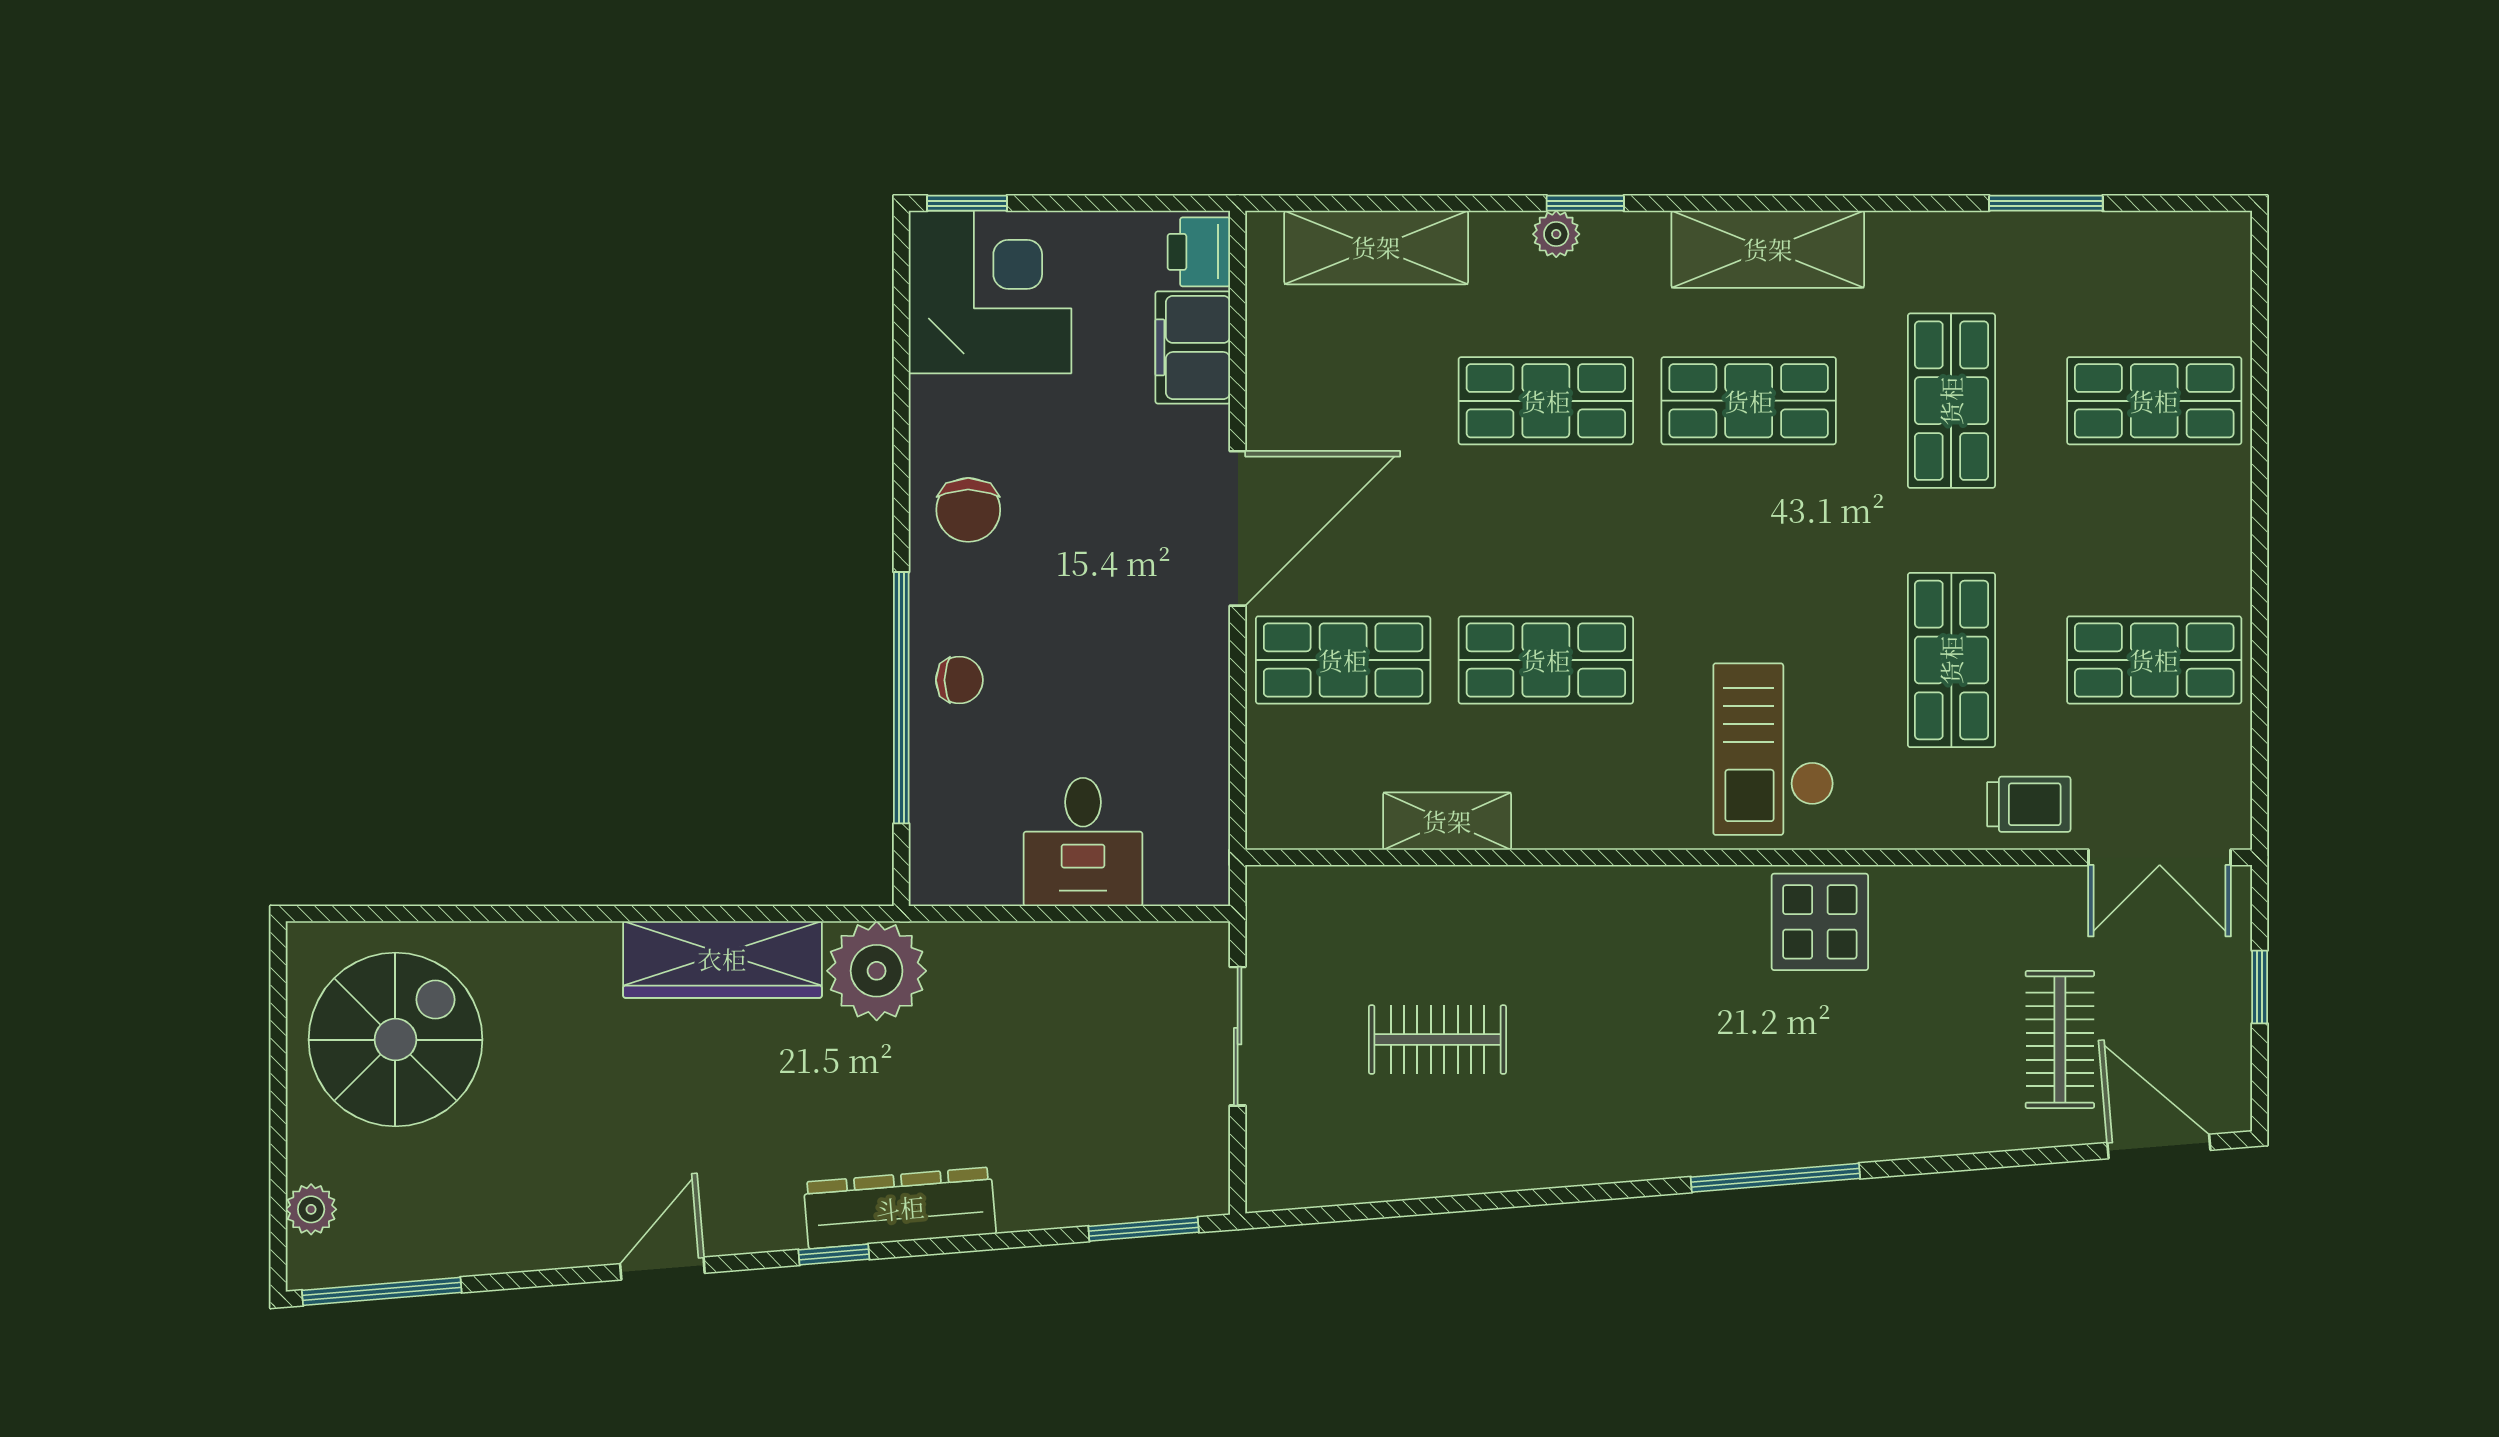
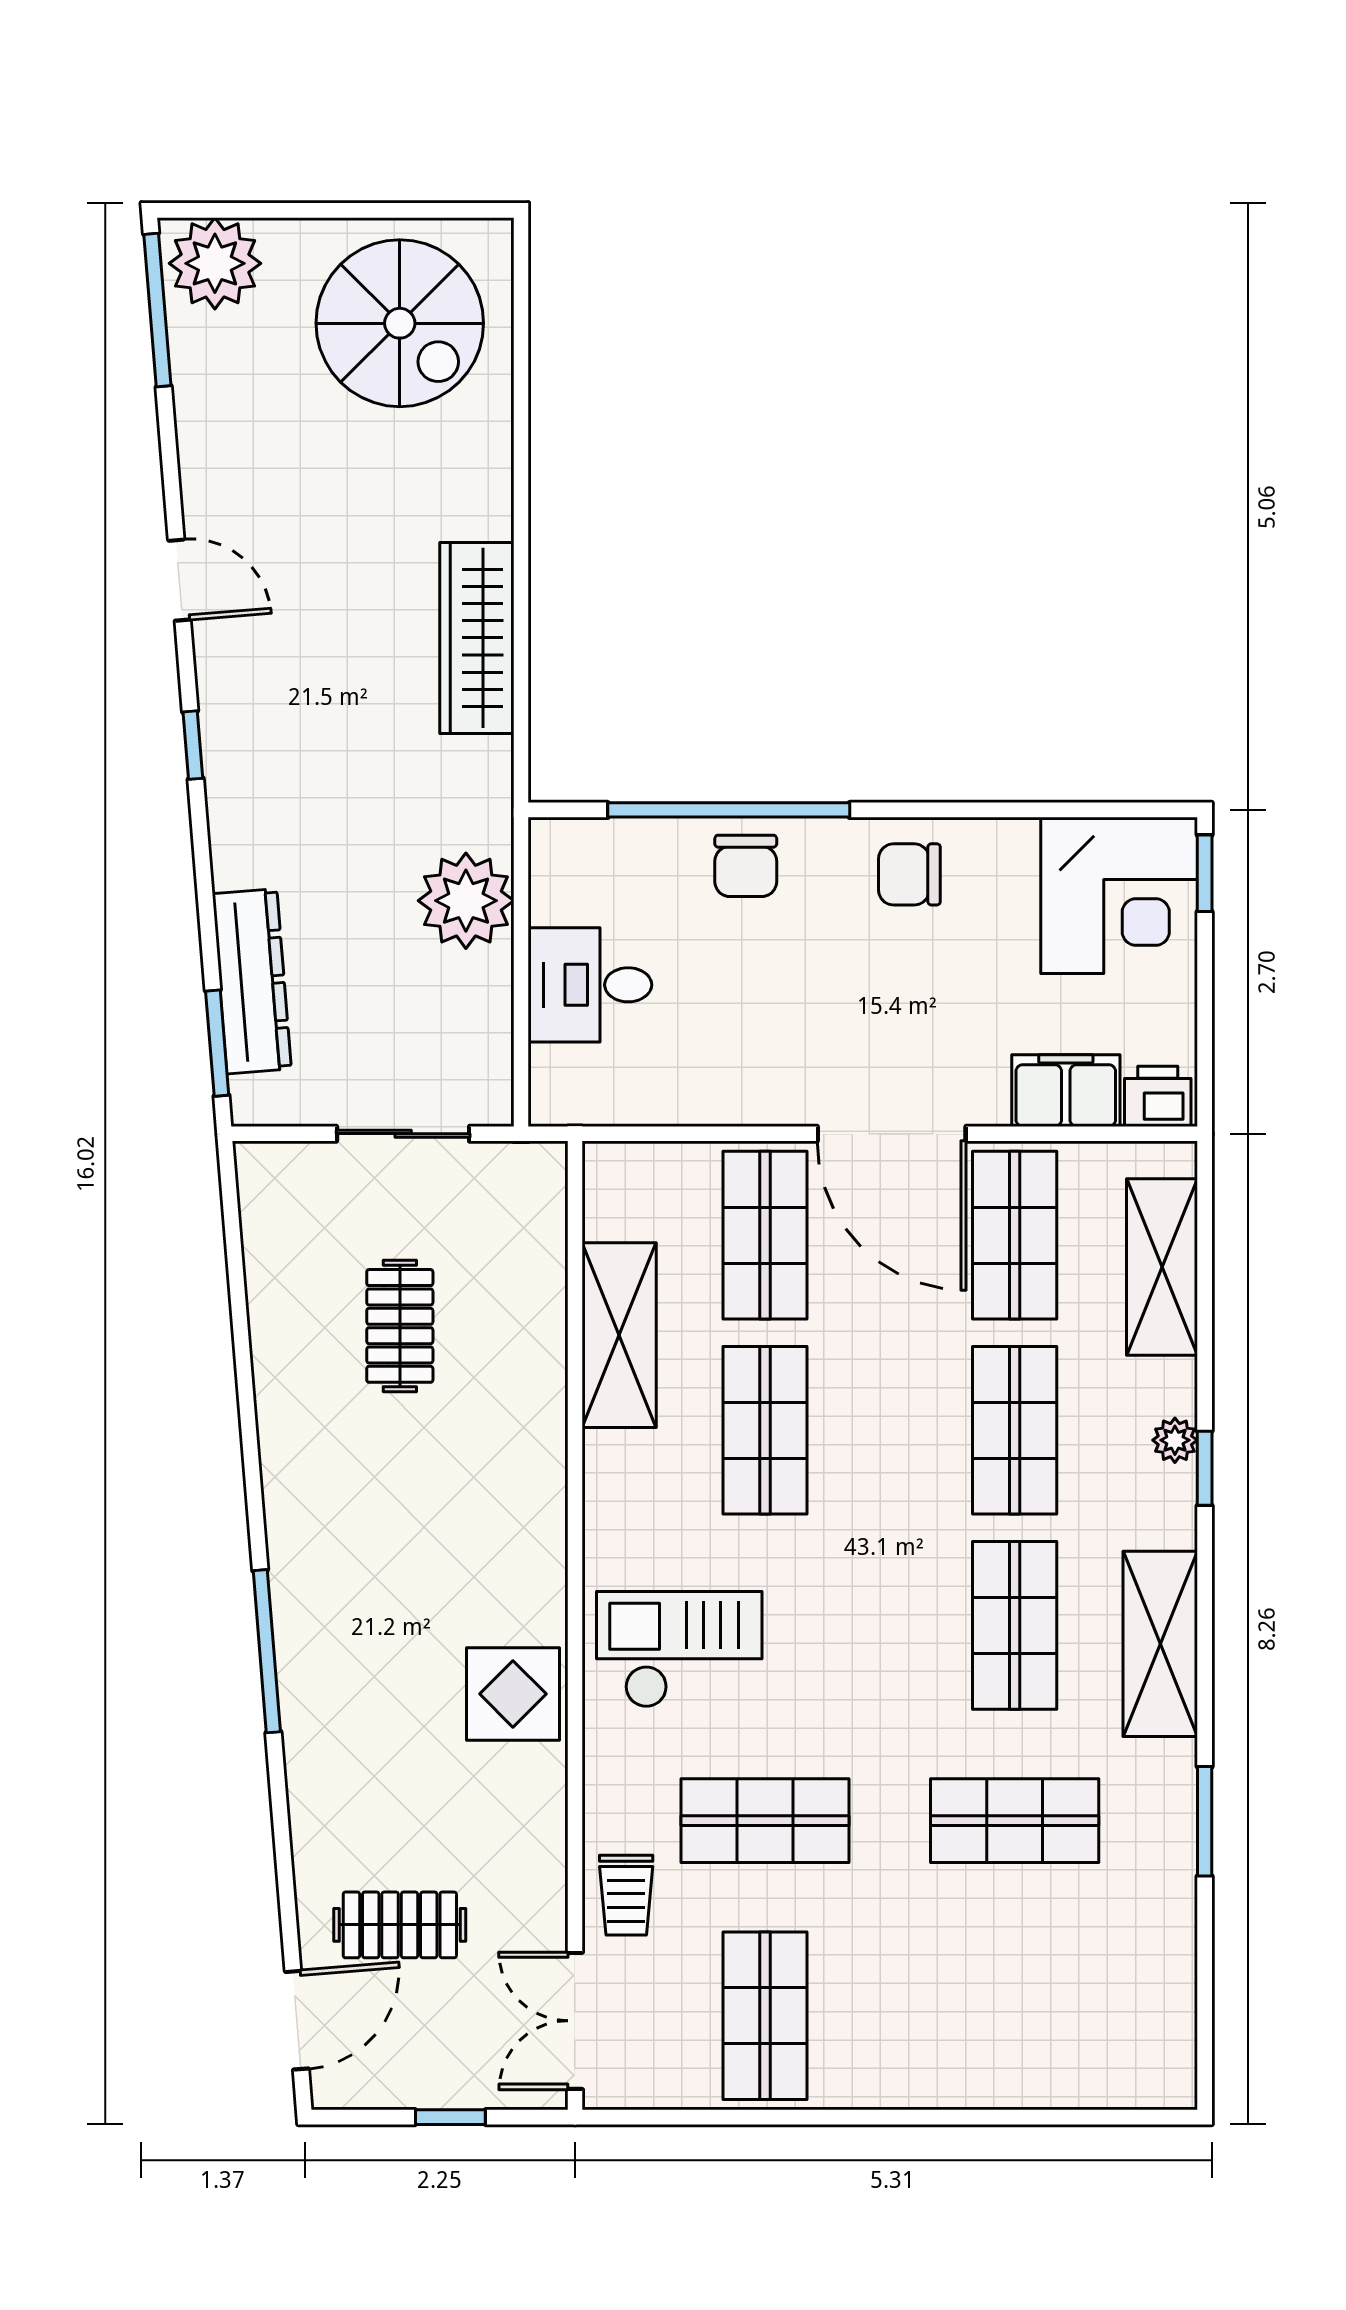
window: (2046, 203) -> (1205, 1821), moved
shop shelf: (2154, 401) -> (1015, 1235), moved
chair: (959, 680) -> (746, 866), width x1.37, depth x1.37
shelving: (1447, 821) -> (619, 1335), width x1.50, depth x1.33
plant: (877, 971) -> (466, 901), moved
dresser: (900, 1208) -> (252, 981), moved
plant: (311, 1209) -> (215, 263), width x1.88, depth x1.88

